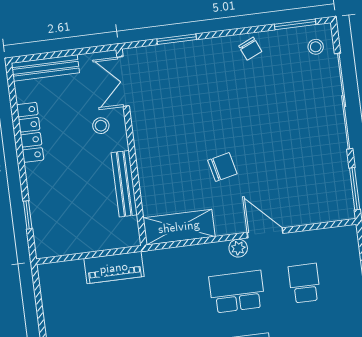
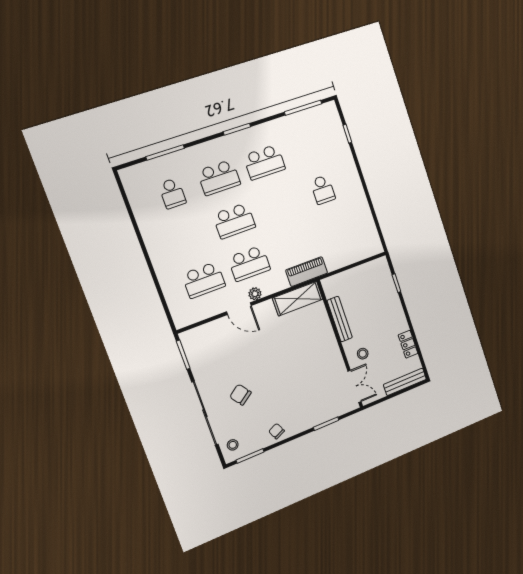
locker: (30, 132) -> (408, 344), width x0.66
chair: (222, 167) -> (240, 395), moved, turned 67
piano: (114, 268) -> (307, 272), moved
school desk: (304, 283) -> (204, 280), width x1.85

